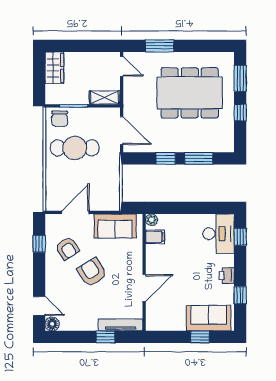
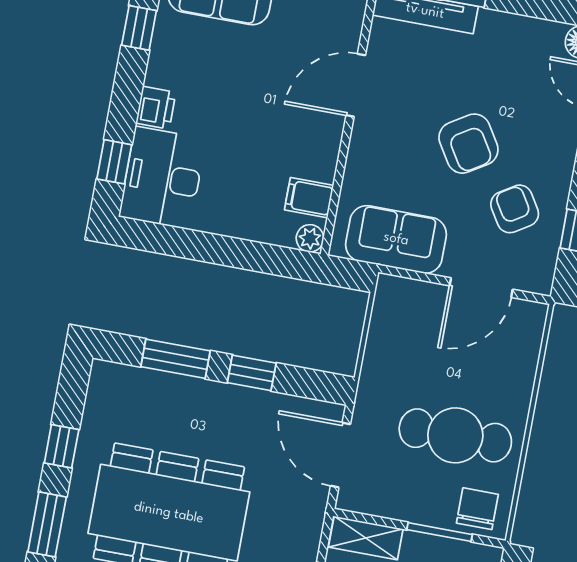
printer: (227, 276) -> (156, 108), moved

